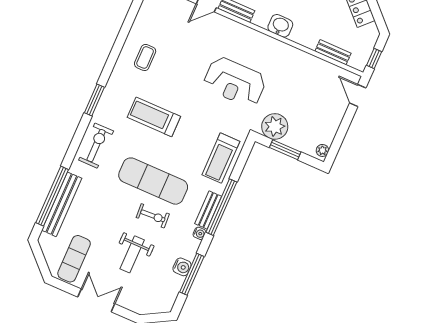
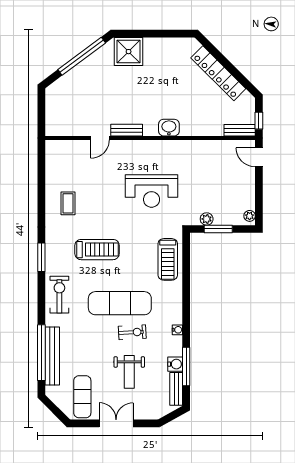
bench: (333, 52) -> (240, 130), moved
treadmill: (154, 117) -> (97, 250), turned 180
plant: (275, 127) -> (207, 219), width x0.53, depth x0.53
window: (221, 207) -> (186, 300), removed
bench: (208, 210) -> (176, 389), moved

